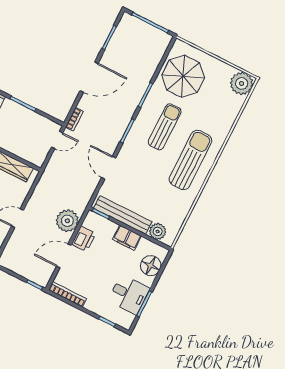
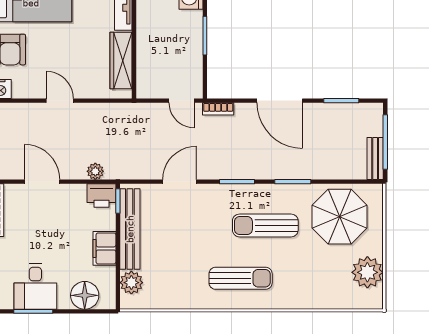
bench: (157, 34) -> (375, 158), added
plant: (242, 83) -> (367, 272), moved
sun lounger: (165, 127) -> (265, 225), turned 180
sun lounger: (190, 160) -> (241, 278), width x0.73, depth x0.75
plant: (67, 221) -> (95, 171), width x0.53, depth x0.53
printer: (84, 239) -> (101, 196), moved

